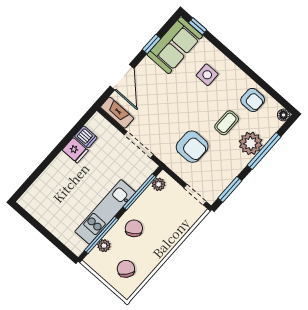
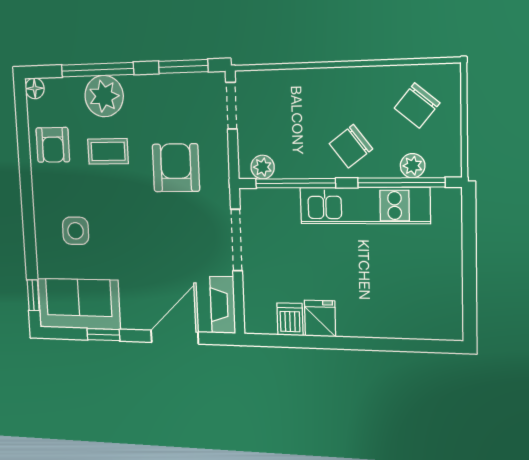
armchair: (253, 100) -> (53, 145), turned 180

